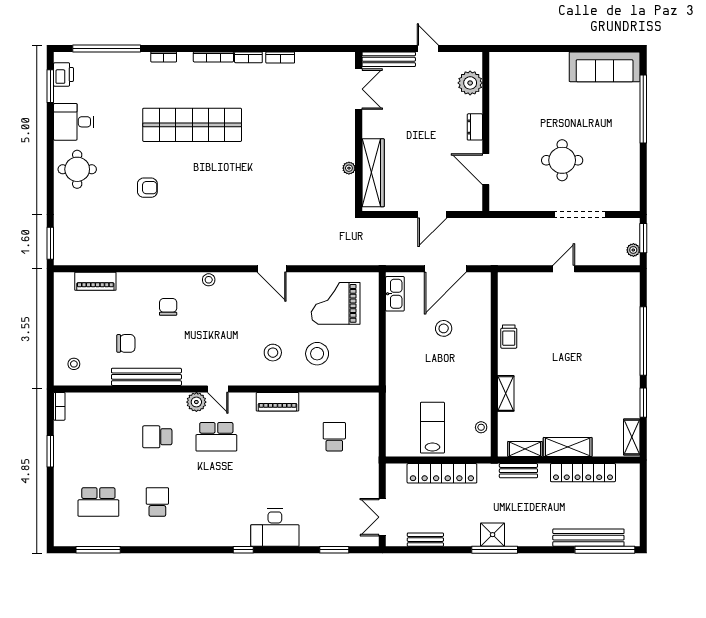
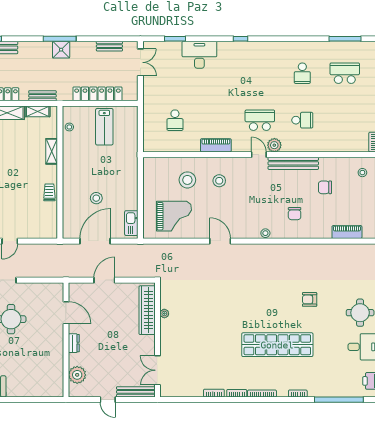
bench: (146, 377) -> (293, 163), moved
desk: (275, 528) -> (199, 55), moved

